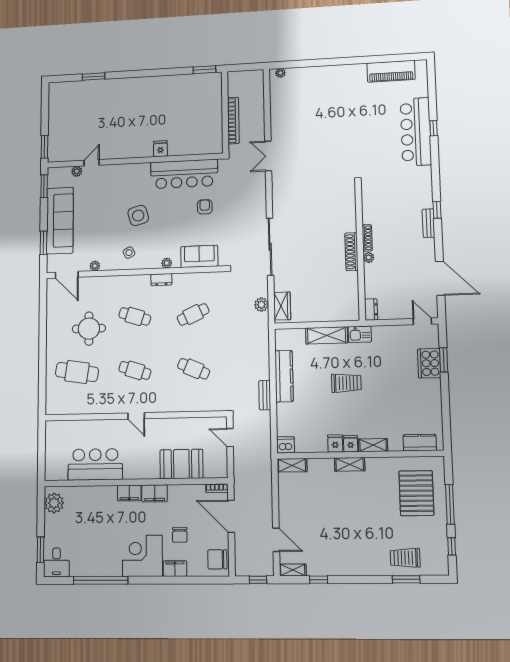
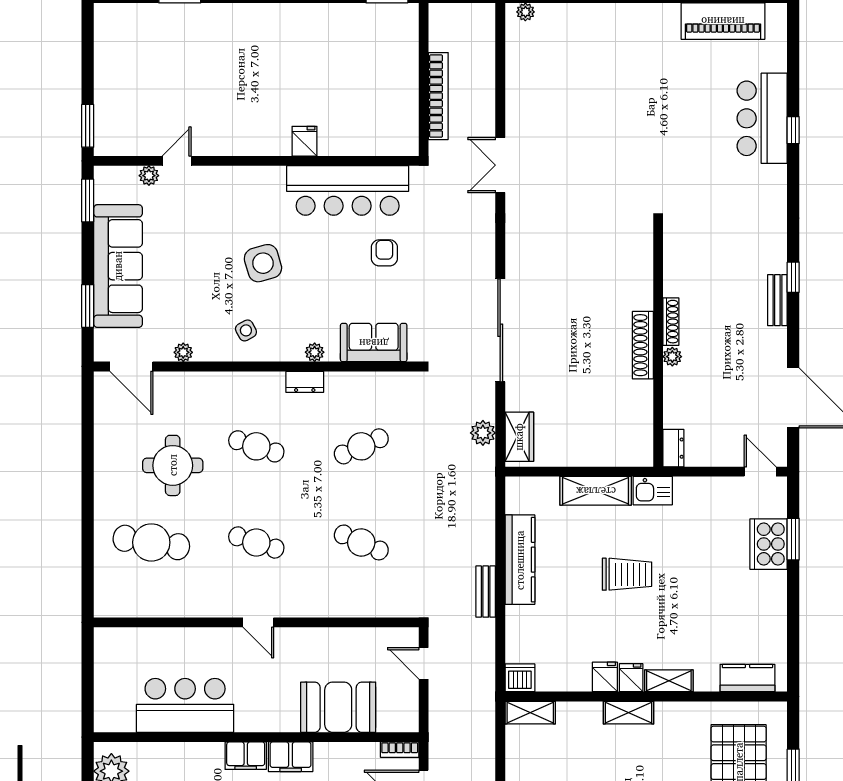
bar counter: (416, 132) -> (762, 118), width x0.73

